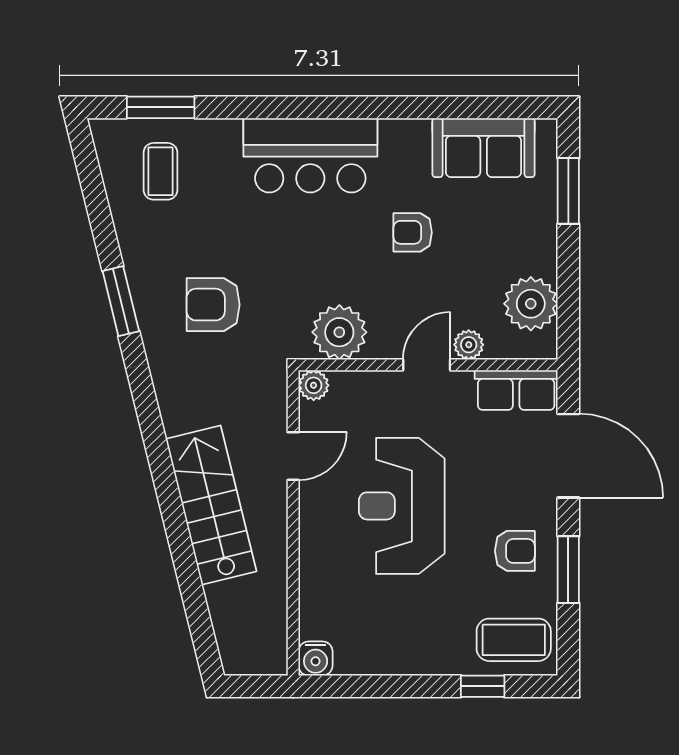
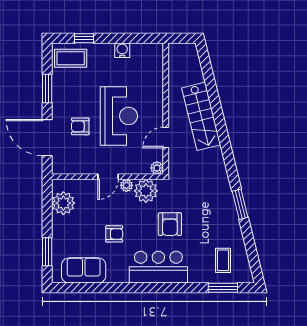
armchair: (213, 305) -> (170, 224), moved, turned 90
plant: (469, 345) -> (126, 185), moved
row of seats: (516, 390) -> (70, 166), removed
armchair: (515, 551) -> (80, 126), moved
water cooler: (316, 658) -> (122, 50), moved

